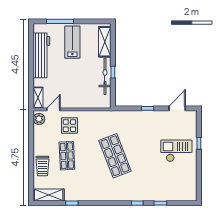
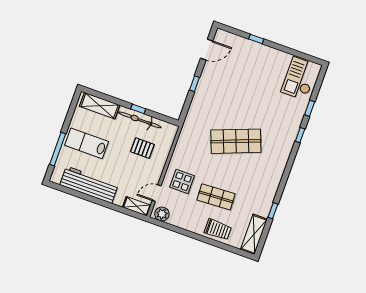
pallet: (84, 86) -> (142, 148), added
door: (177, 108) -> (207, 50), swing flipped
door: (53, 109) -> (157, 193), hinge flipped
checkout: (176, 151) -> (299, 79), moved

